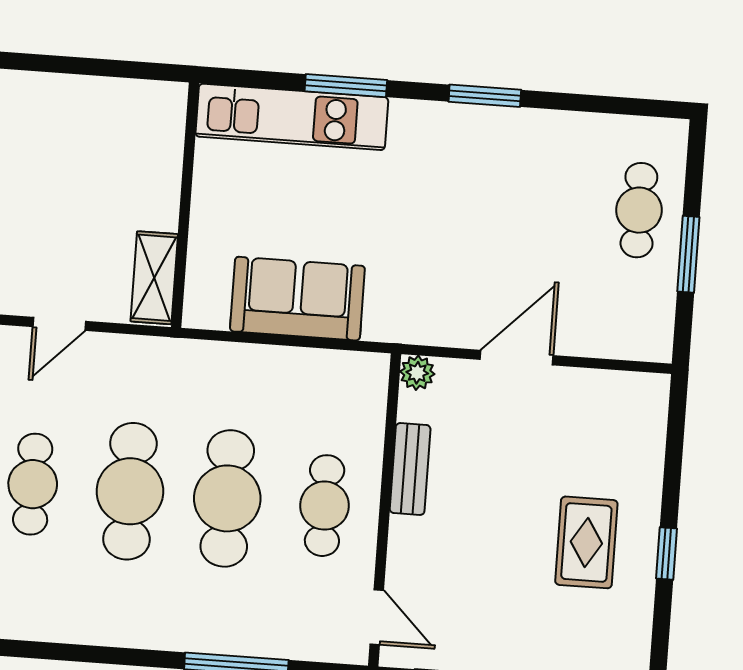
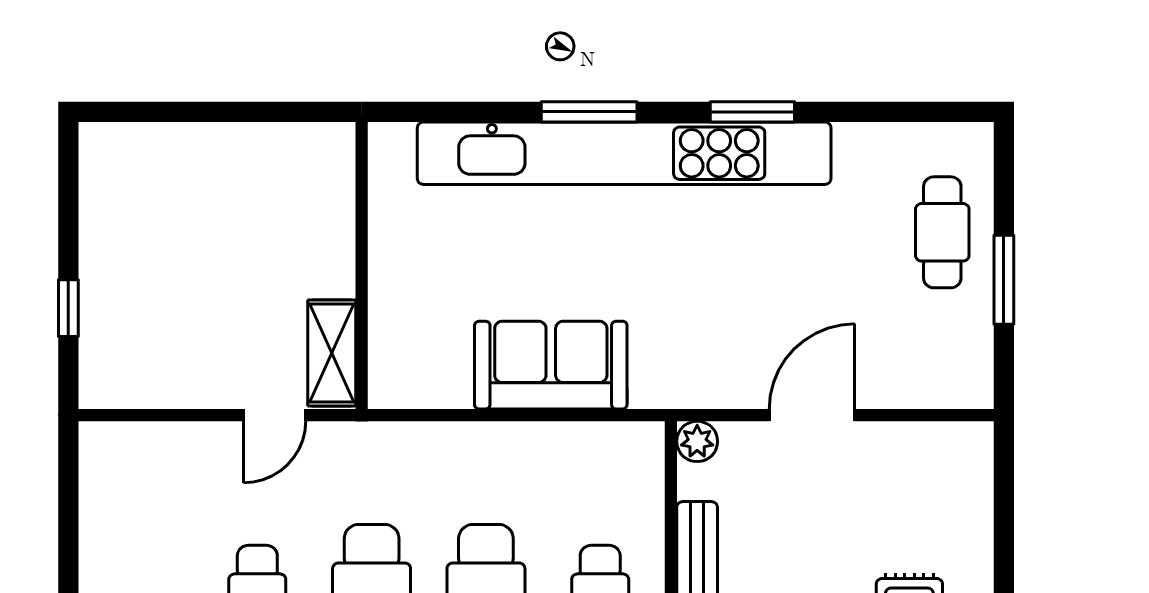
kitchen unit: (292, 117) -> (624, 153), width x1.86
wall: (185, 205) -> (362, 265), moved
shelving: (154, 278) -> (332, 353), moved

